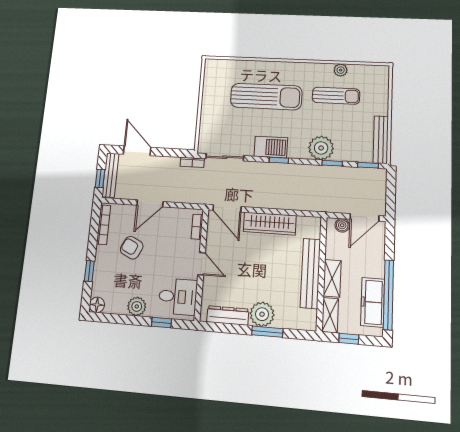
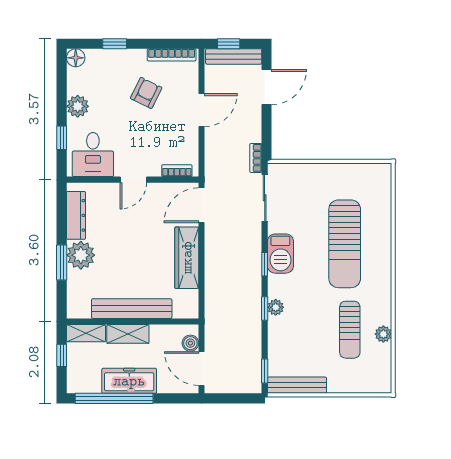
plant: (321, 148) -> (276, 307), width x0.53, depth x0.53
window: (332, 163) -> (265, 308), moved
door: (150, 203) -> (202, 110), swing flipped
freezer: (373, 302) -> (129, 381), moved

